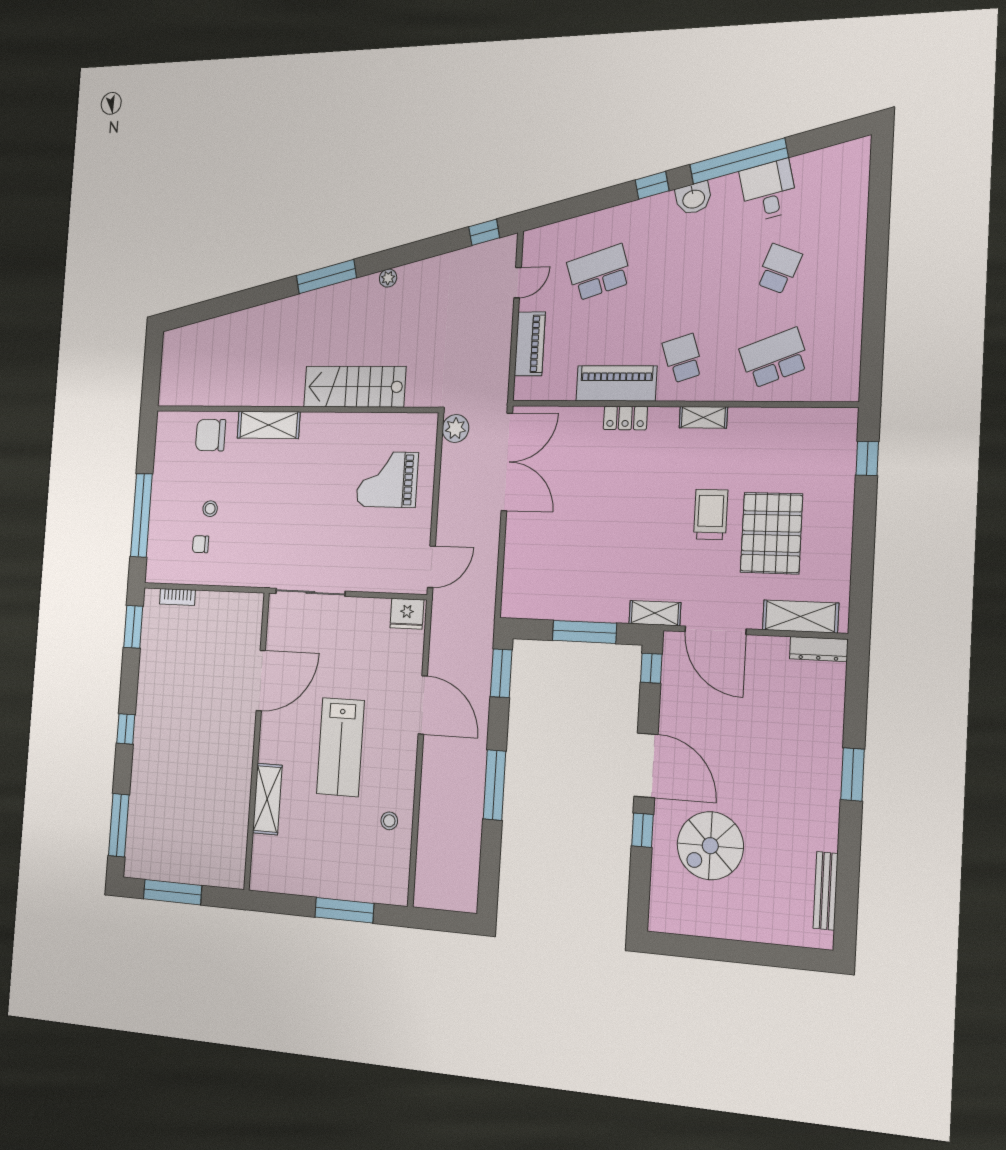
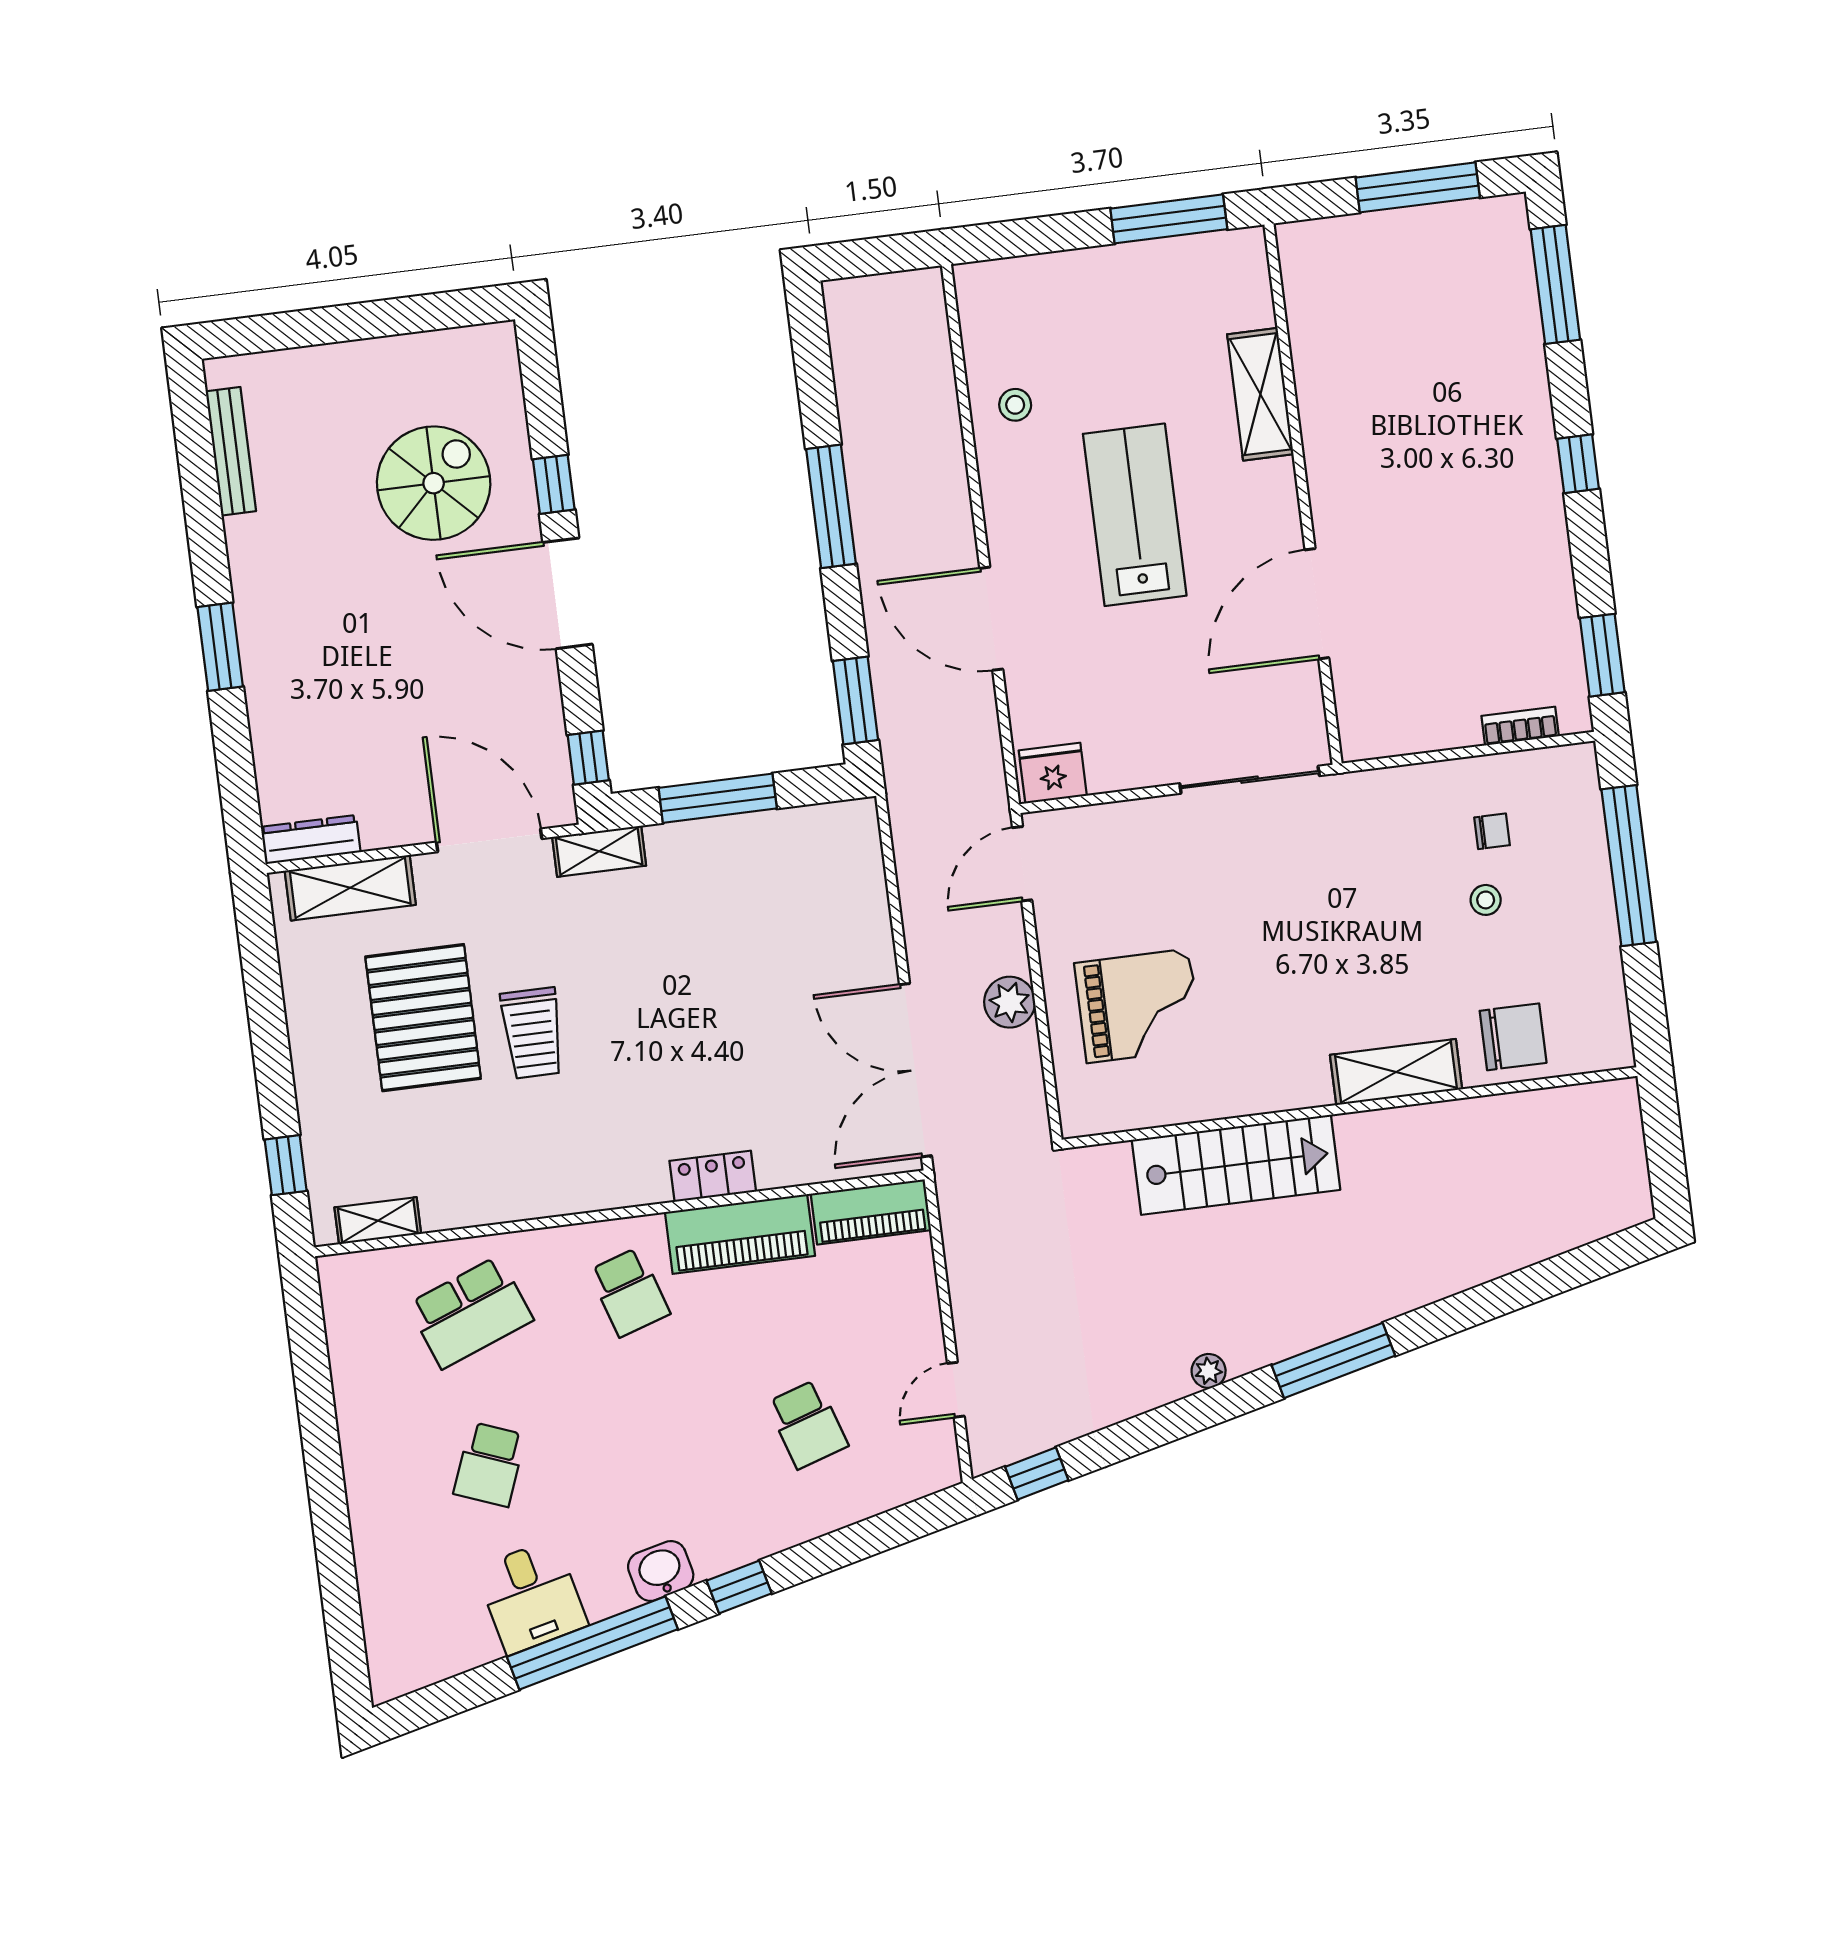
school desk: (599, 272) -> (807, 1424), width x0.54
piano: (530, 344) -> (871, 1212), moved, turned -90
shelving: (703, 417) -> (378, 1221), moved
plant: (455, 428) -> (1010, 1002), moved
window: (344, 910) -> (1169, 219), moved

